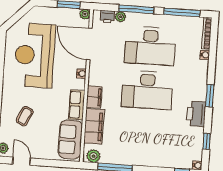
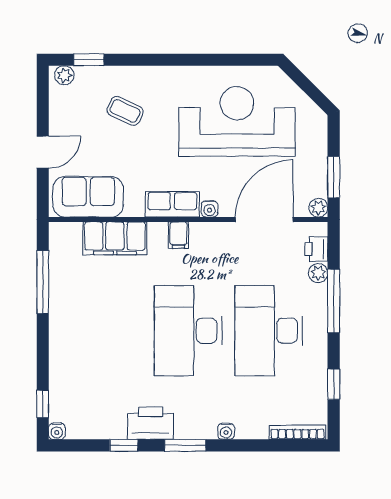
window: (182, 12) -> (334, 384), width x0.46
water cooler: (205, 55) -> (226, 431), moved
filing cabinet: (94, 97) -> (179, 235), width x0.50
row of seats: (77, 105) -> (172, 204), moved
window: (207, 141) -> (124, 445), moved
plant: (93, 156) -> (61, 241), removed
door: (21, 161) -> (43, 152), moved

